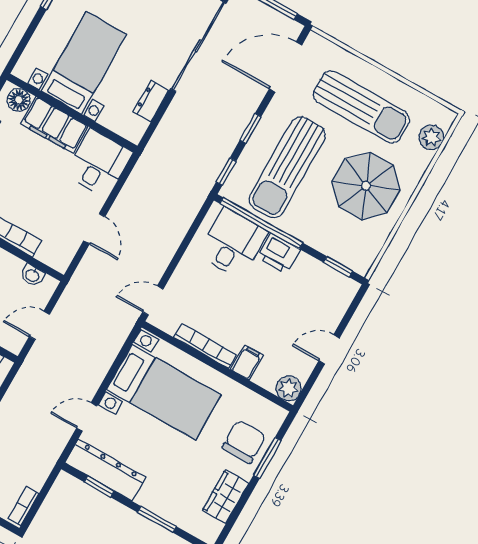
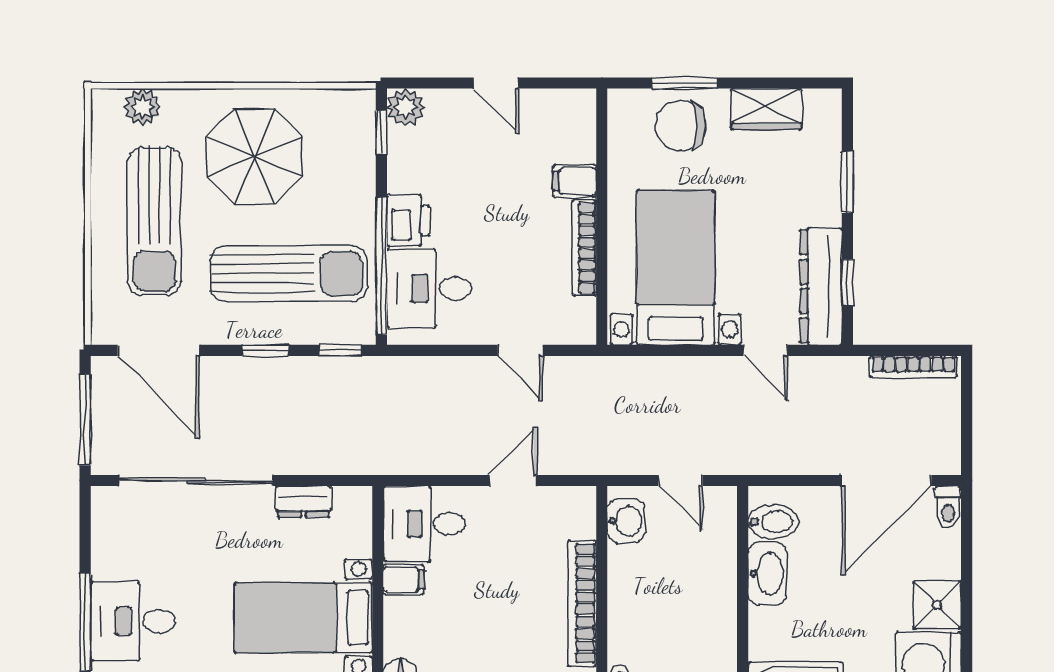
sun lounger: (361, 107) -> (154, 221), turned 180
filing cabinet: (54, 125) -> (403, 580), width x0.33, depth x0.86
washbasin: (32, 275) -> (626, 521), width x1.38, depth x1.45
door: (153, 300) -> (520, 350), moved
plant: (288, 388) -> (406, 107), moved
bookcase: (23, 506) -> (913, 367), width x1.56

